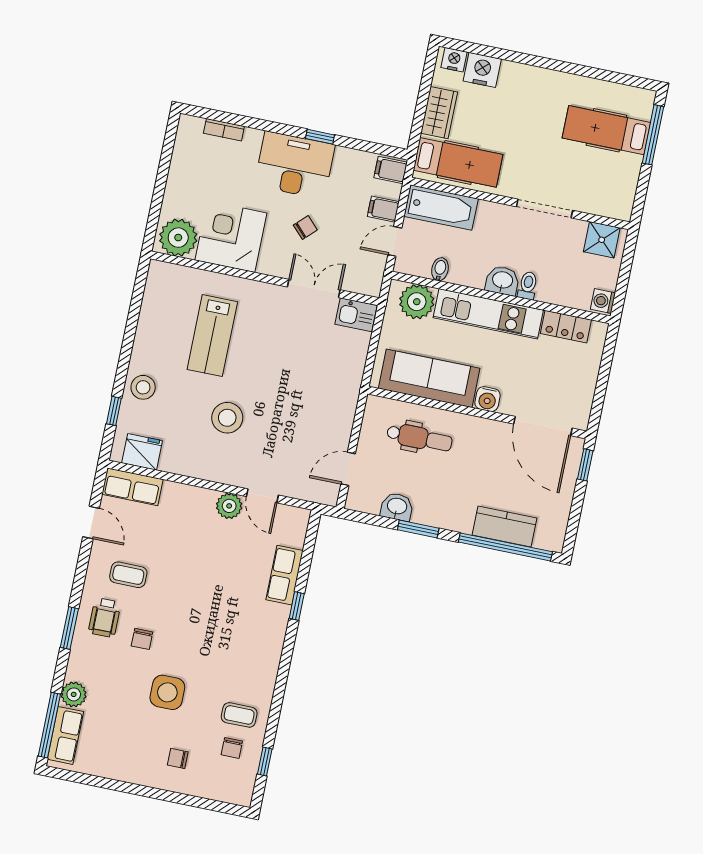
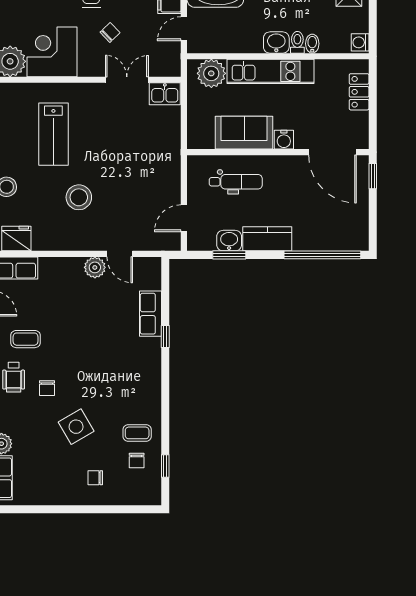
bidet: (440, 269) -> (312, 44), moved
locker: (566, 327) -> (359, 92), moved, turned 90
sofa: (429, 378) -> (244, 133), width x0.73
kitchen counter: (505, 527) -> (267, 239), moved
window: (418, 529) -> (229, 255), moved
side table: (167, 692) -> (76, 427), turned -30

